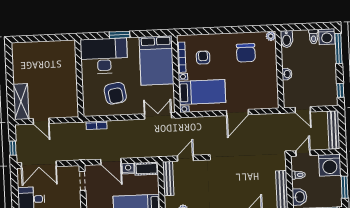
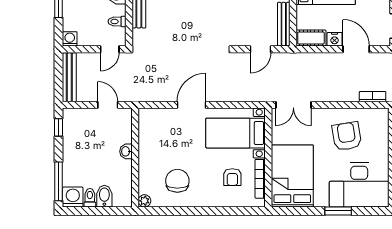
bidet: (287, 39) -> (104, 196), moved
washing machine: (330, 165) -> (70, 39), width x0.53, depth x0.53

